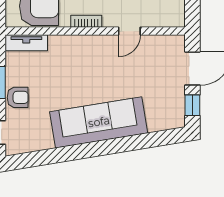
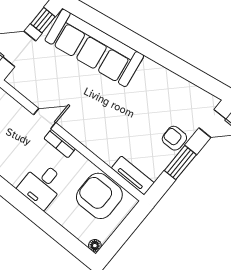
bookcase: (86, 21) -> (60, 144), moved
sofa: (99, 122) -> (94, 48), moved

